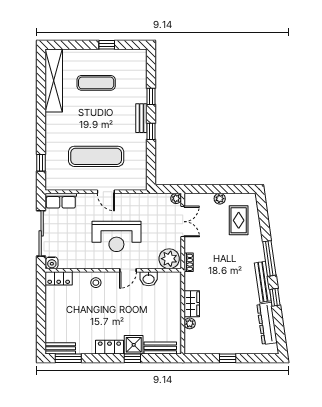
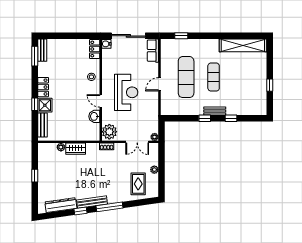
exercise mat: (96, 83) -> (214, 77), moved
rug: (239, 220) -> (138, 184), turned 90
reception desk: (116, 236) -> (126, 92), turned 180

